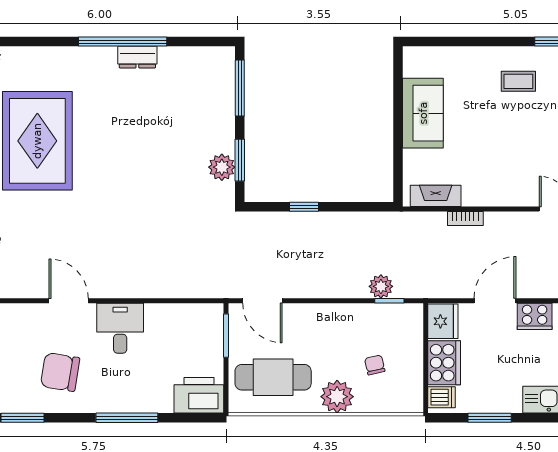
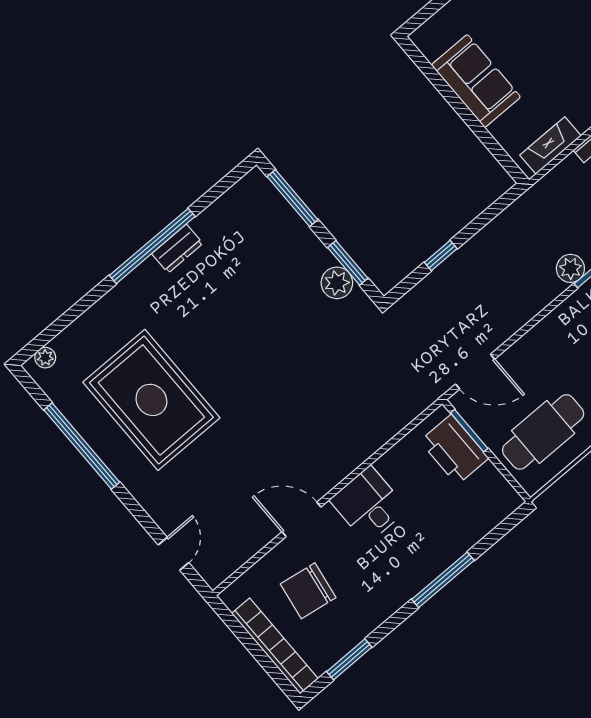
chair: (60, 372) -> (308, 591), moved
printer: (199, 395) -> (454, 450), moved, turned -90

